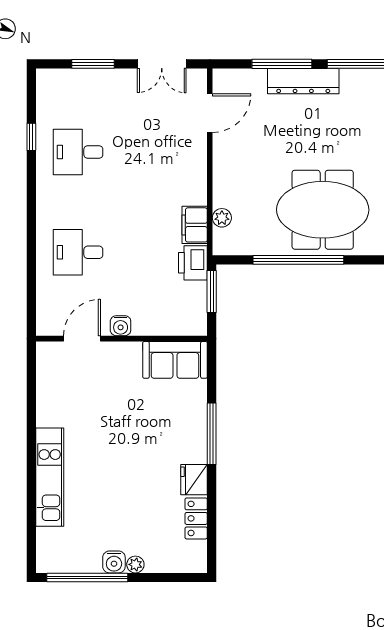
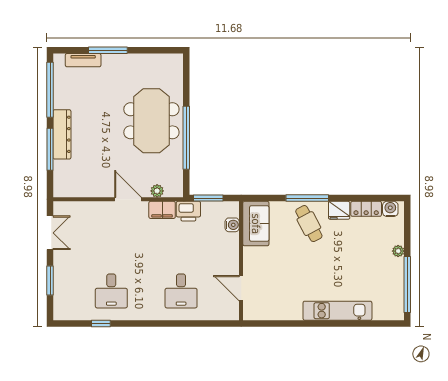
door: (210, 113) -> (128, 199), moved
water cooler: (121, 326) -> (232, 225), moved
cafe table: (175, 436) -> (309, 224), added
water cooler: (114, 562) -> (390, 209), moved, turned -90

